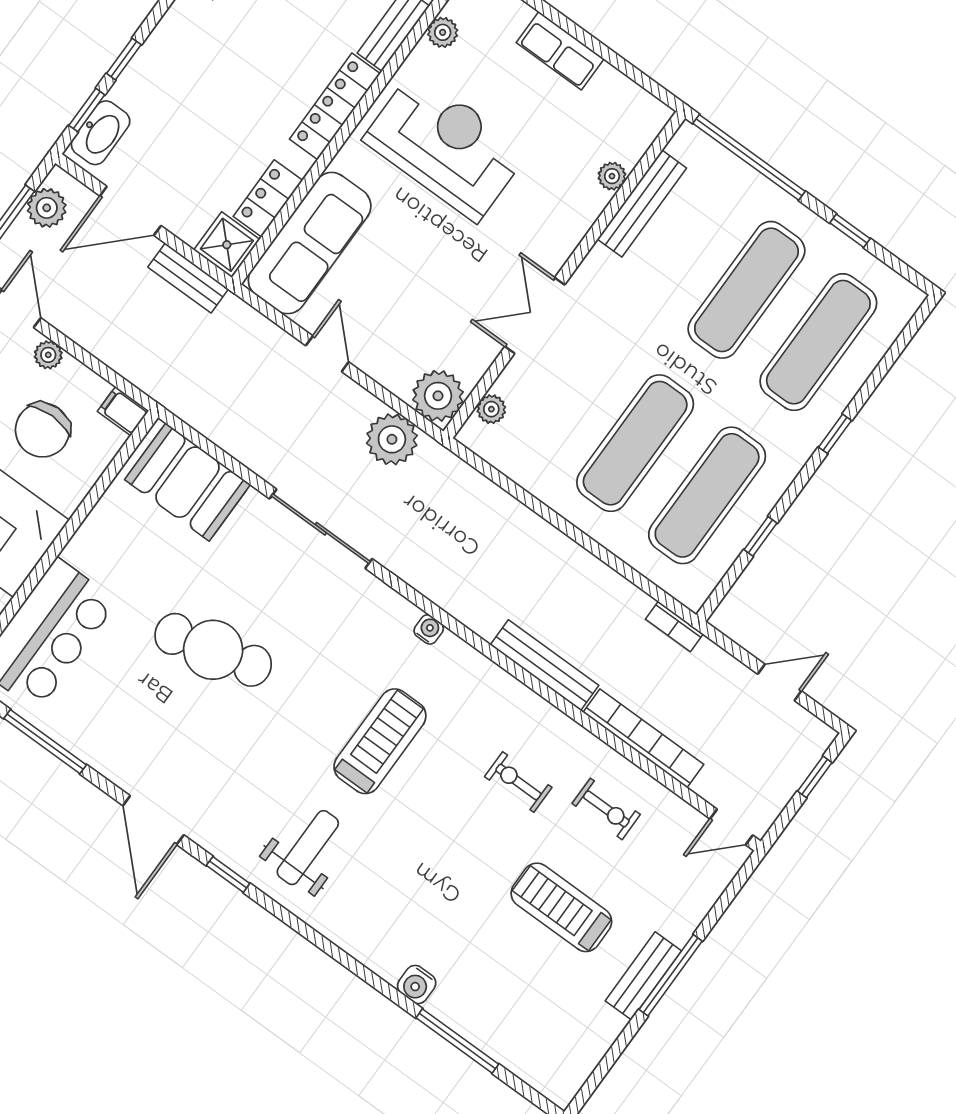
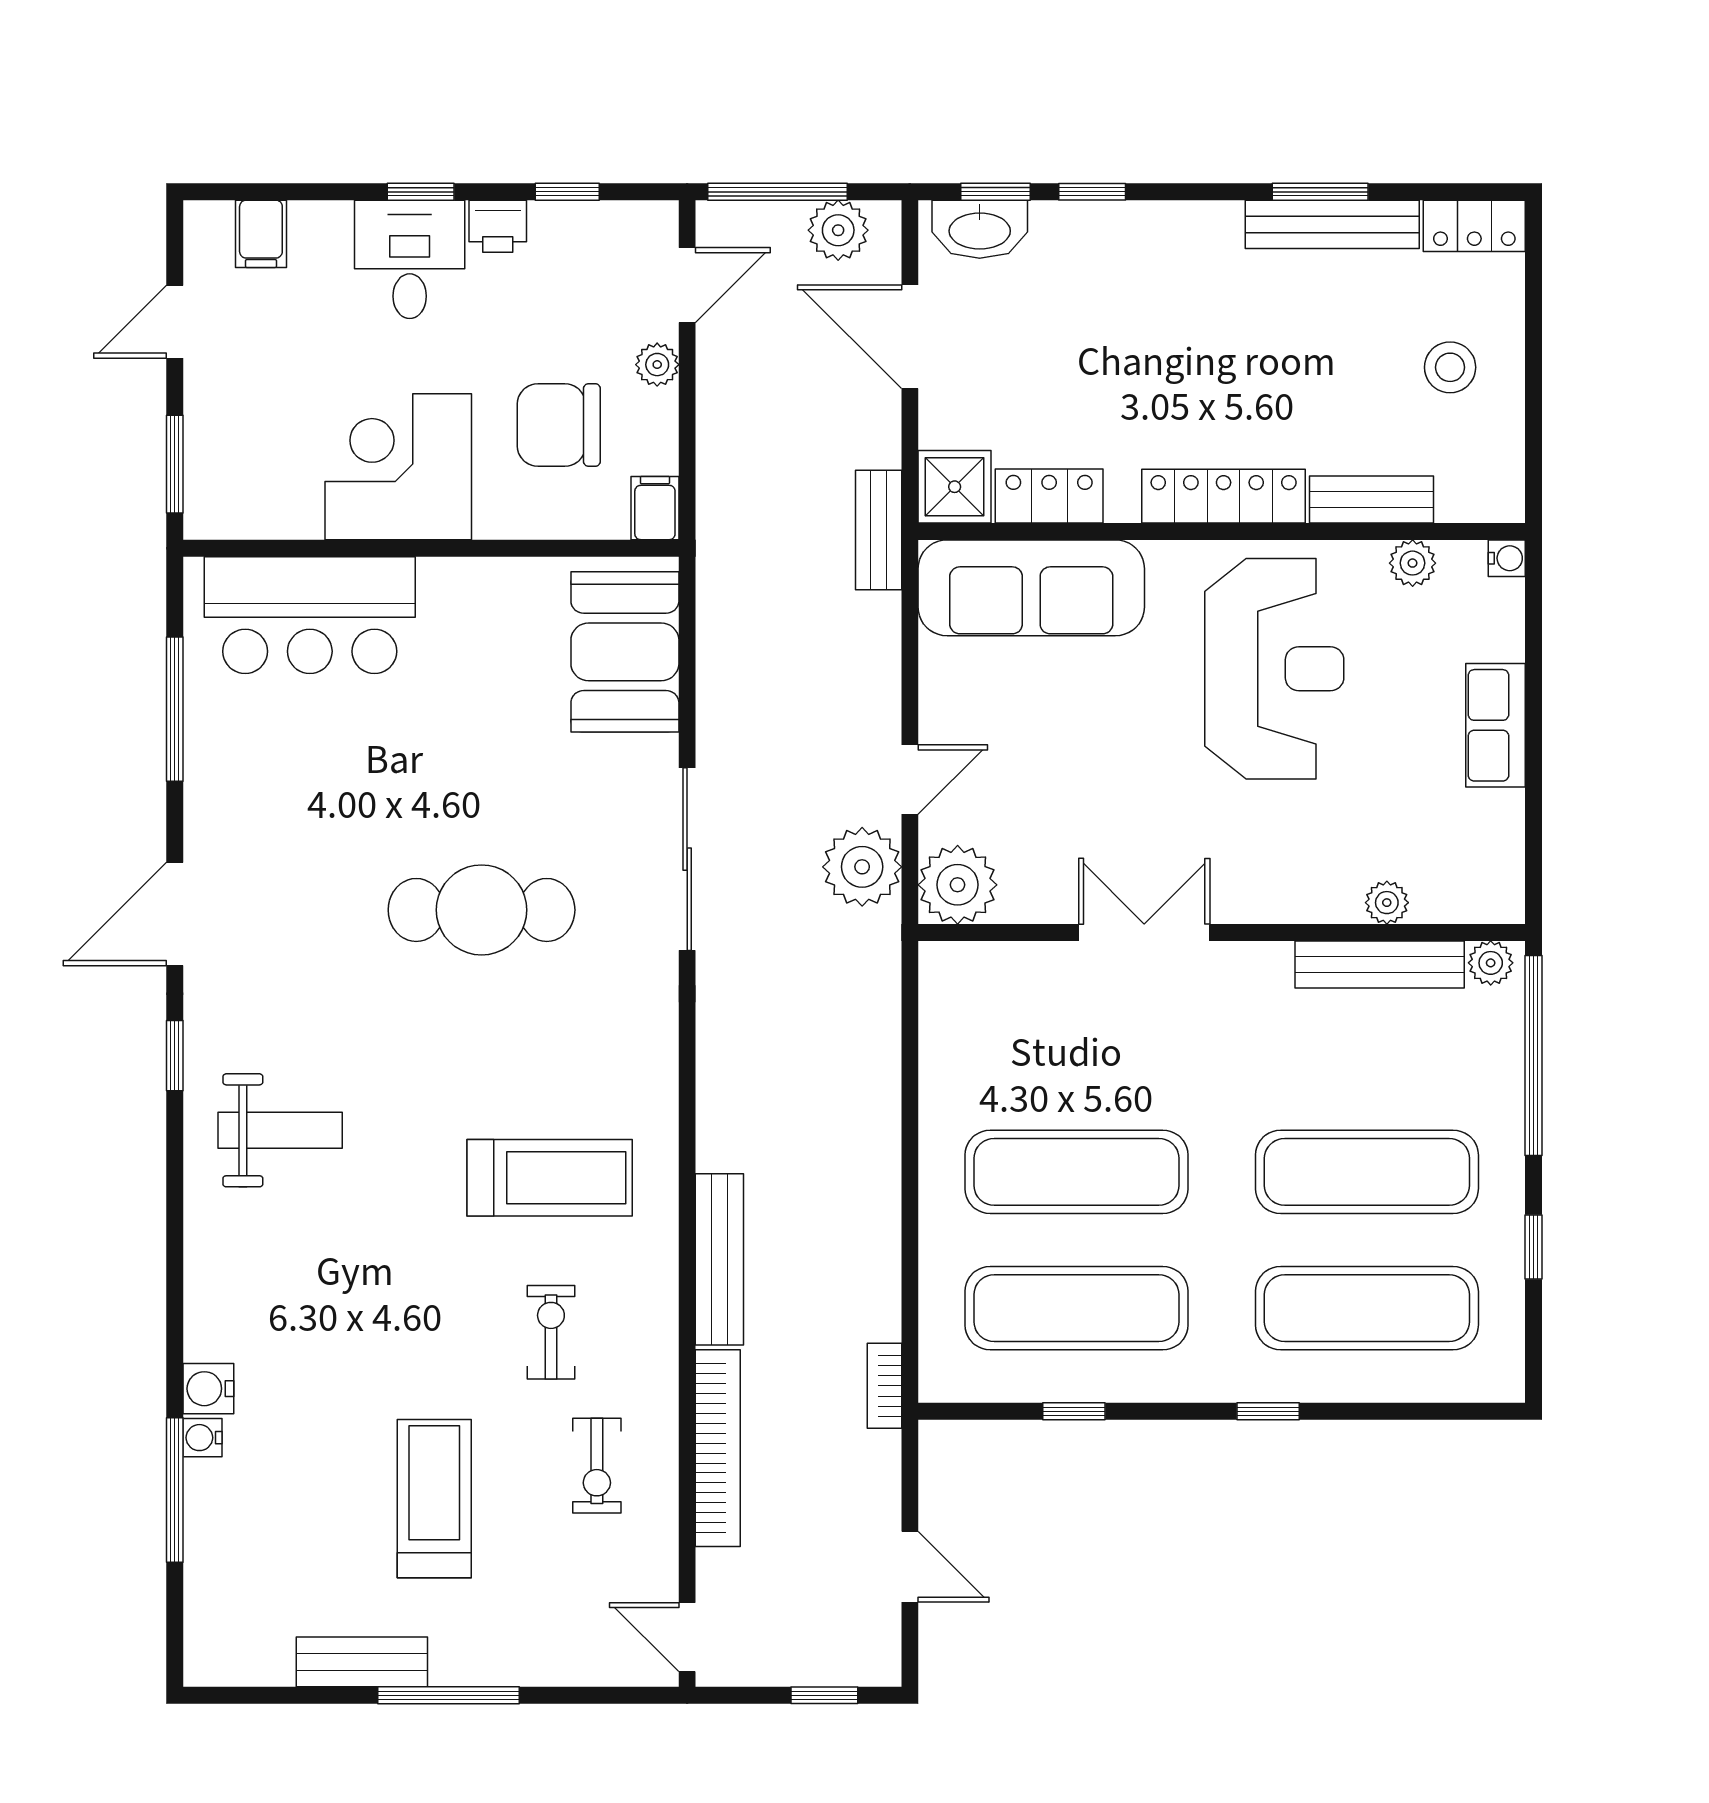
bench: (188, 278) -> (879, 530), moved
door: (327, 354) -> (910, 779), moved
plant: (491, 409) -> (1491, 963), moved
water cooler: (429, 629) -> (202, 1438), moved, turned 180
cafe table: (213, 650) -> (482, 910), moved, turned -76
treadmill: (380, 741) -> (550, 1178), moved
bench: (643, 976) -> (362, 1662), moved

